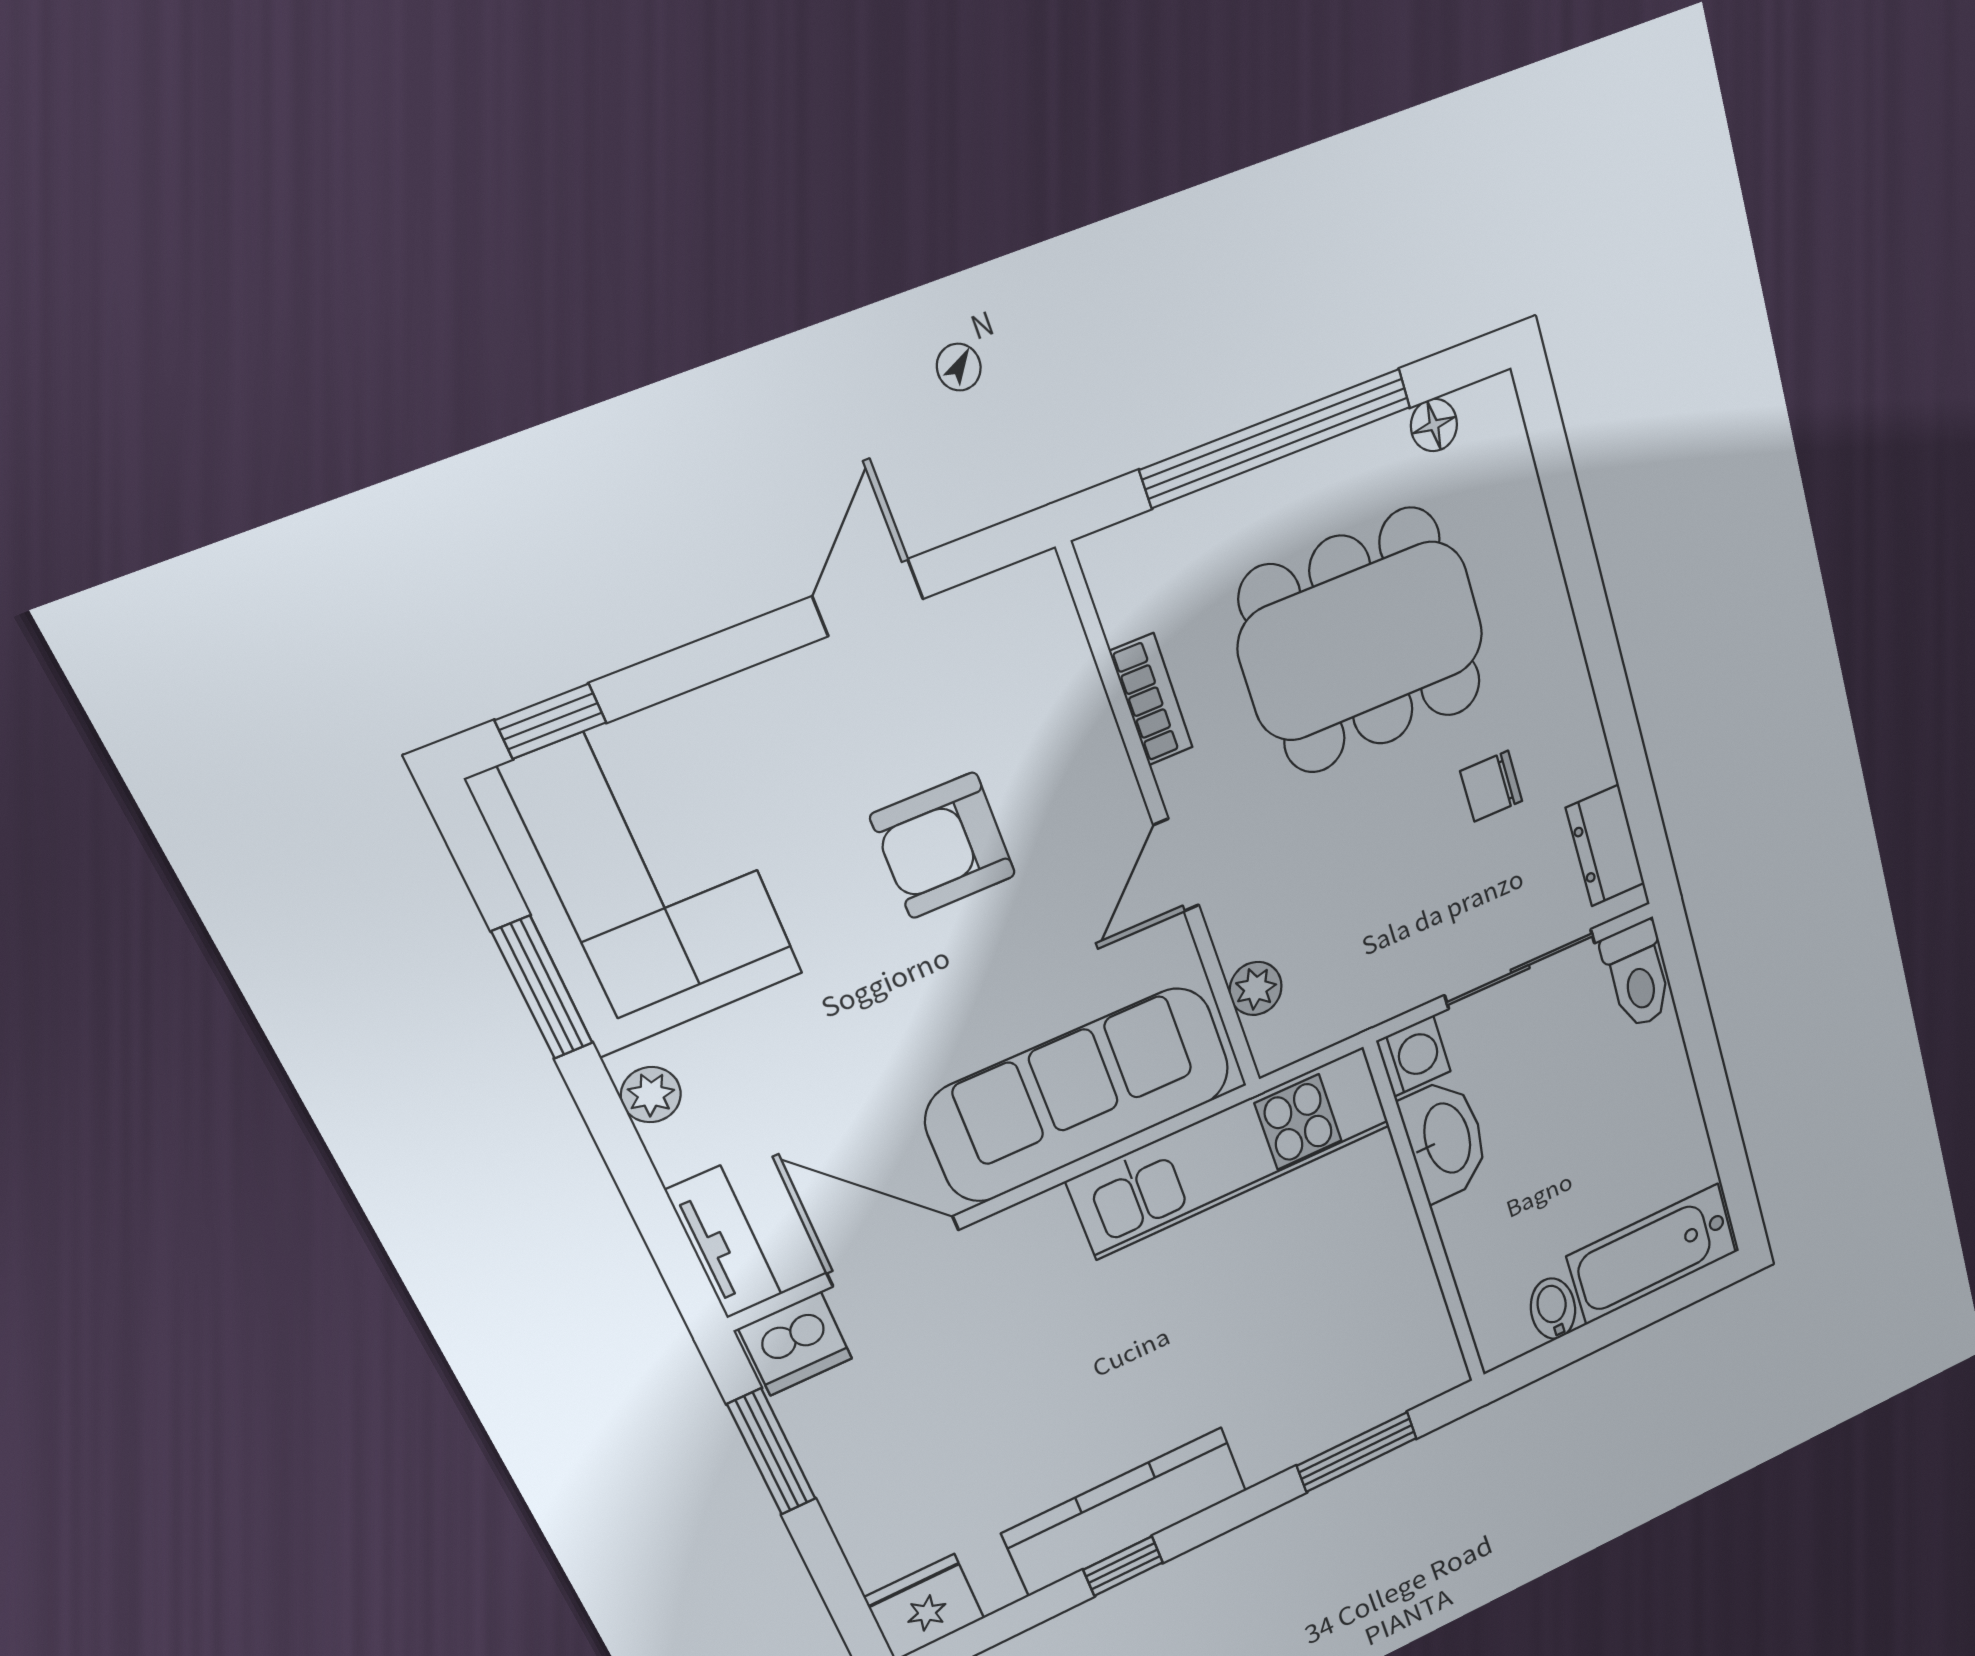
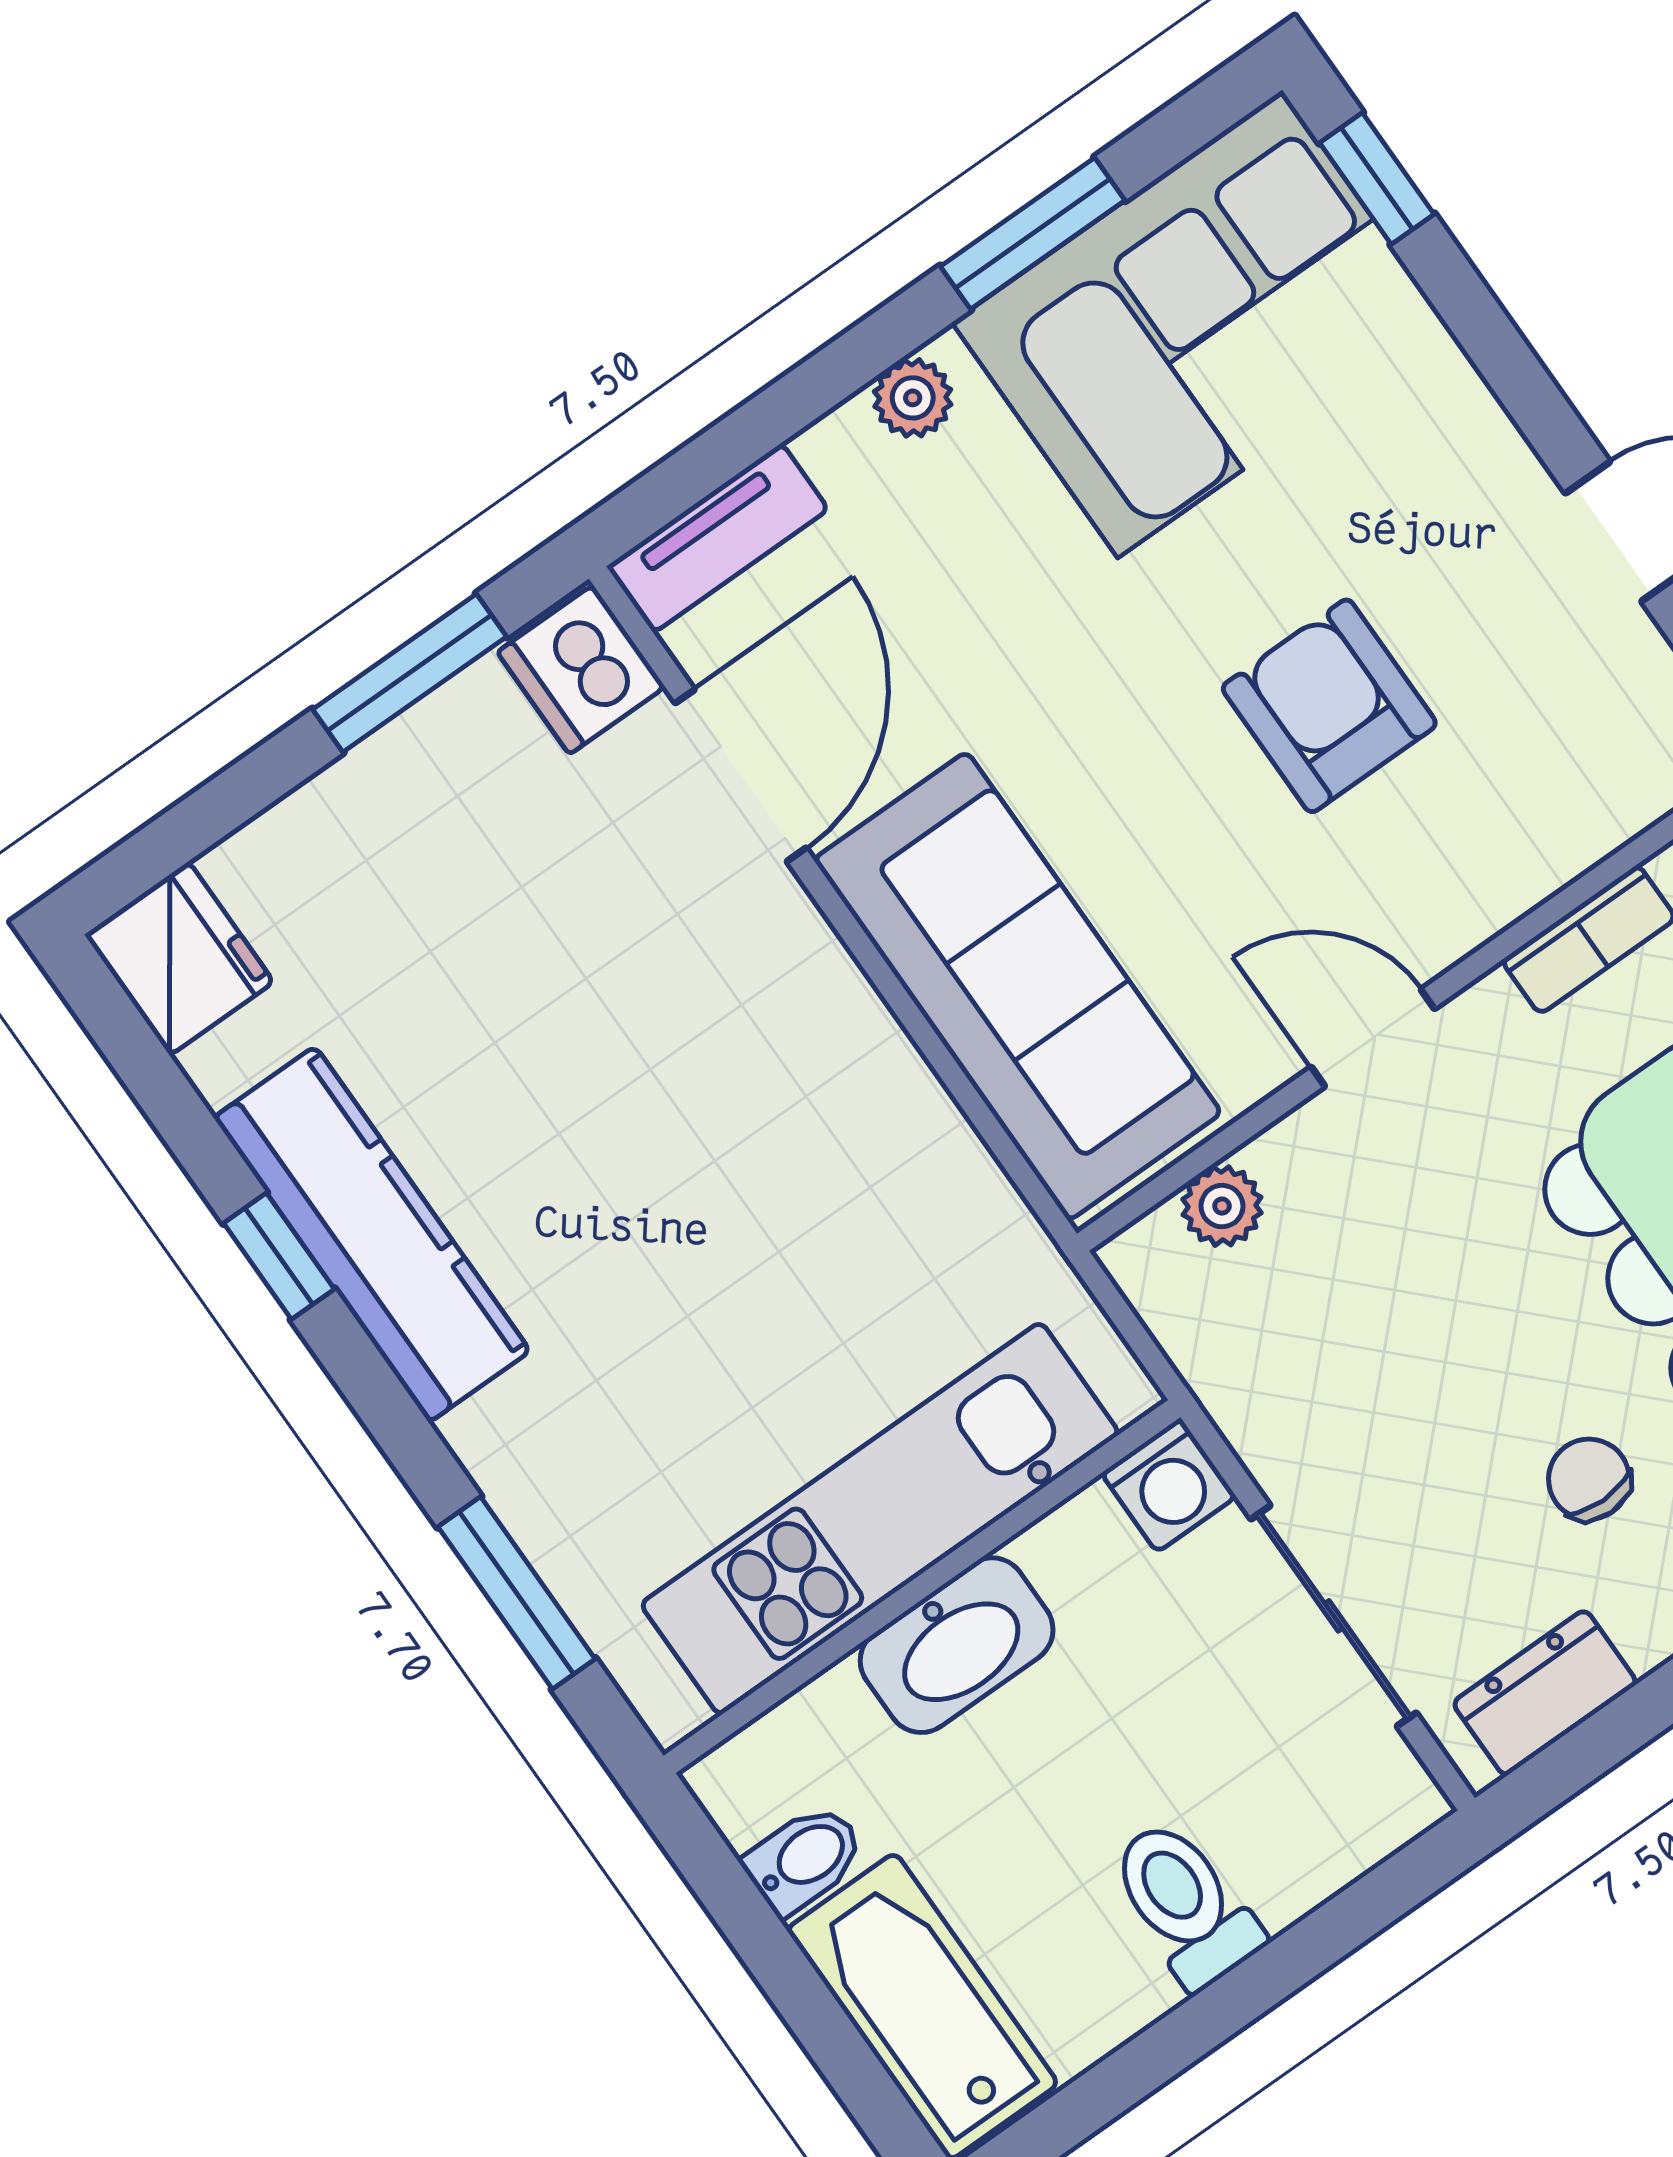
toilet: (1637, 975) -> (1185, 1904), moved, turned 90
washbasin: (1445, 1139) -> (957, 1645), moved
kitchen unit: (1231, 1153) -> (880, 1519), moved, turned 90

